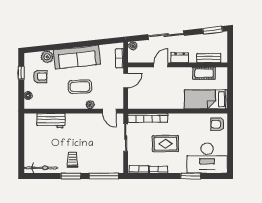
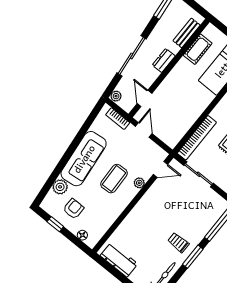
door: (161, 65) -> (144, 98), moved
workbench: (51, 121) -> (119, 260), moved, turned -90

